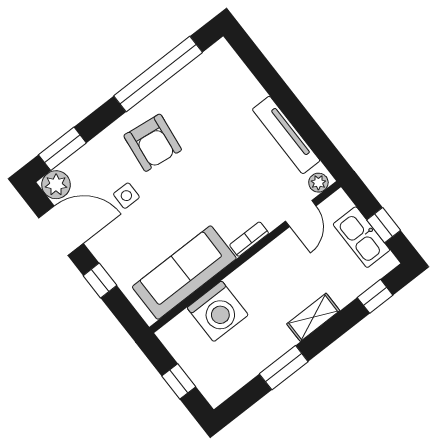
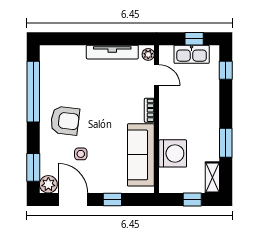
door: (61, 231) -> (73, 199), hinge flipped
shelving: (313, 317) -> (212, 177), moved

